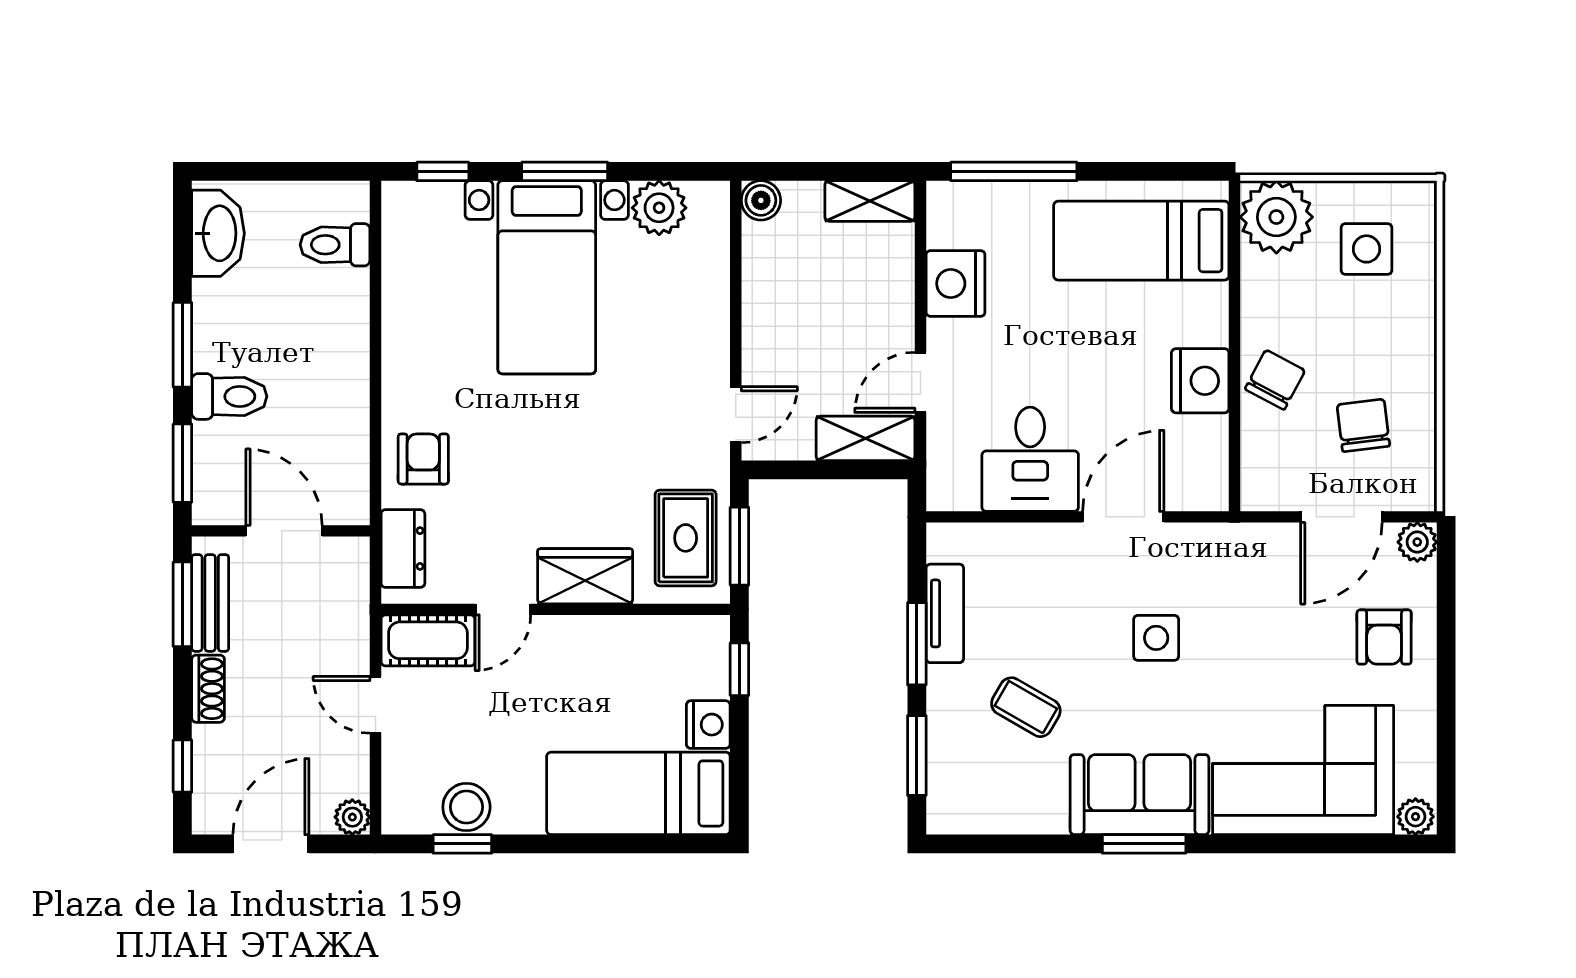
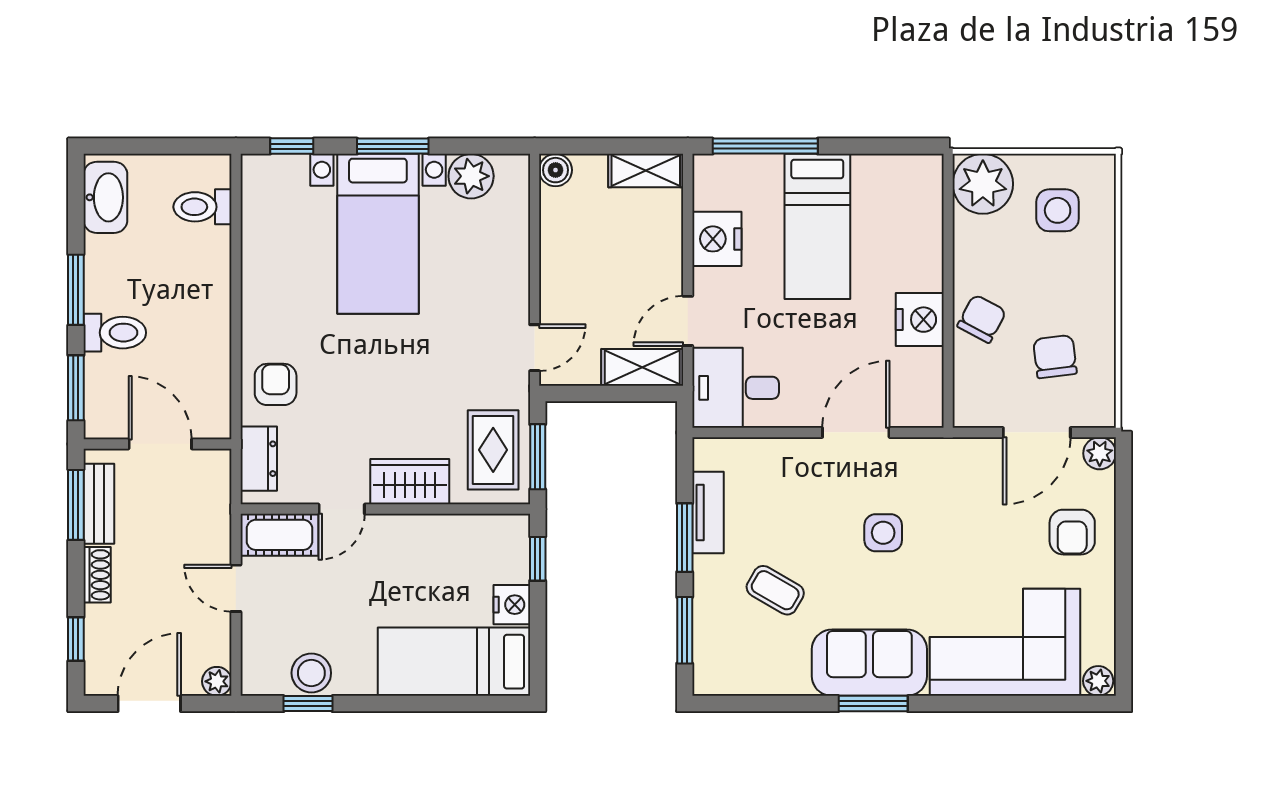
bed: (1141, 241) -> (817, 226), moved, turned -90
desk: (1030, 459) -> (736, 388), moved, turned 90

